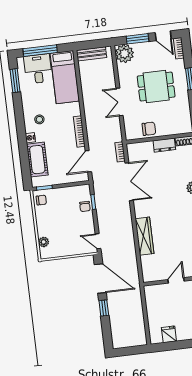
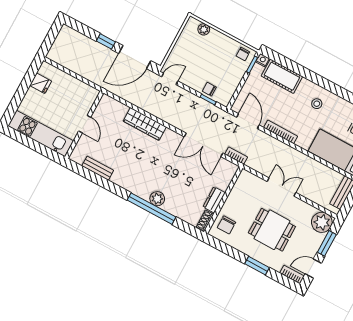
dining table: (156, 87) -> (272, 230), turned 90
chair: (149, 129) -> (226, 225), moved
nightstand: (30, 138) -> (262, 60), moved

